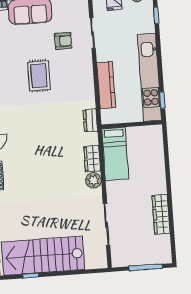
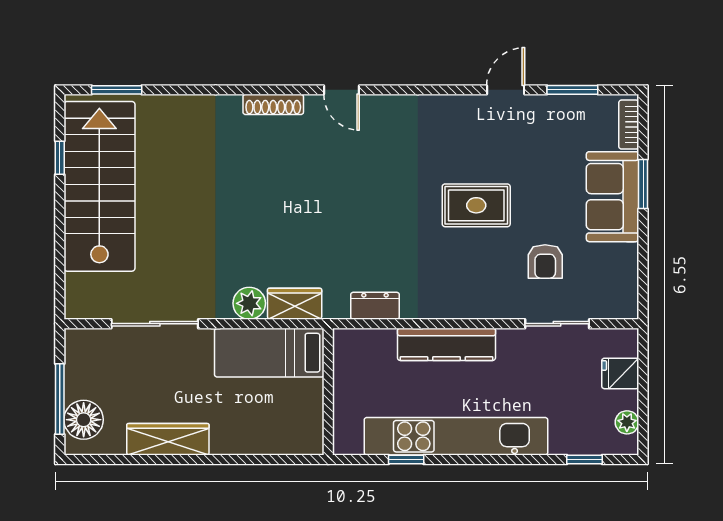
wall: (132, 125) -> (328, 392), moved
bed: (115, 154) -> (269, 353), moved
floor lamp: (155, 255) -> (84, 420), added

